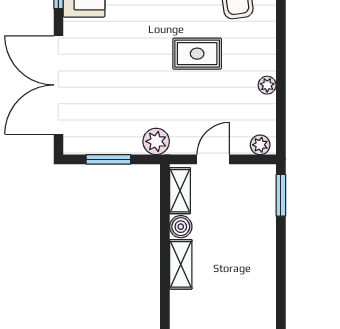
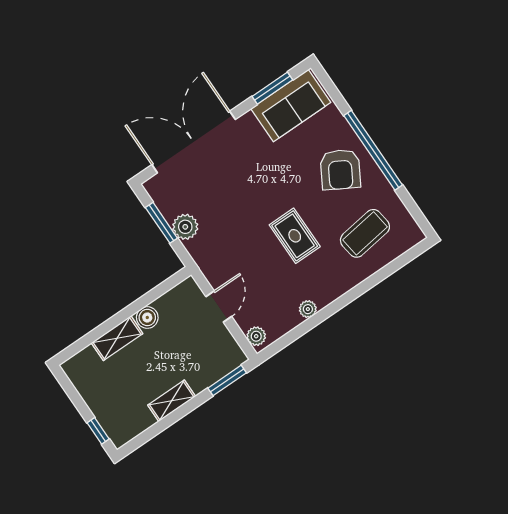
plant: (156, 141) -> (185, 227), moved
door: (213, 159) -> (219, 307), hinge flipped
shelving: (180, 191) -> (172, 401), moved

